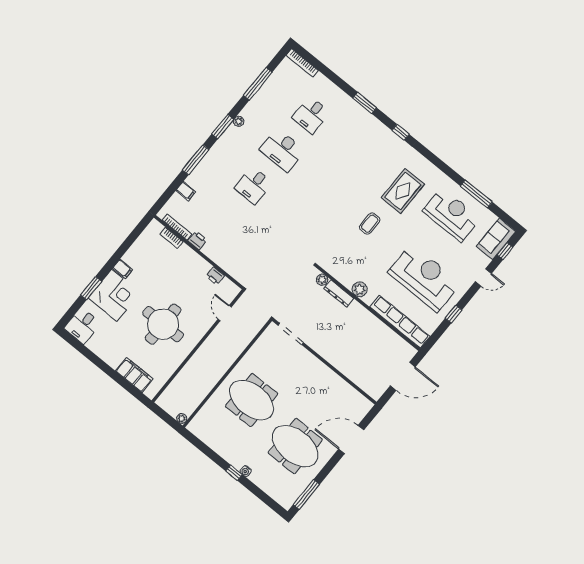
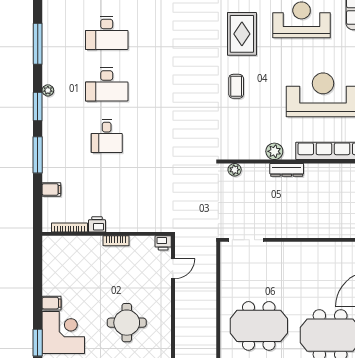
desk: (311, 115) -> (107, 33), width x1.37
bookcase: (172, 238) -> (116, 241), moved
printer: (215, 276) -> (163, 243), moved
dresser: (339, 293) -> (287, 170), moved
door: (225, 313) -> (173, 269), swing flipped
round table: (163, 324) -> (127, 323), width x0.73, depth x0.73

